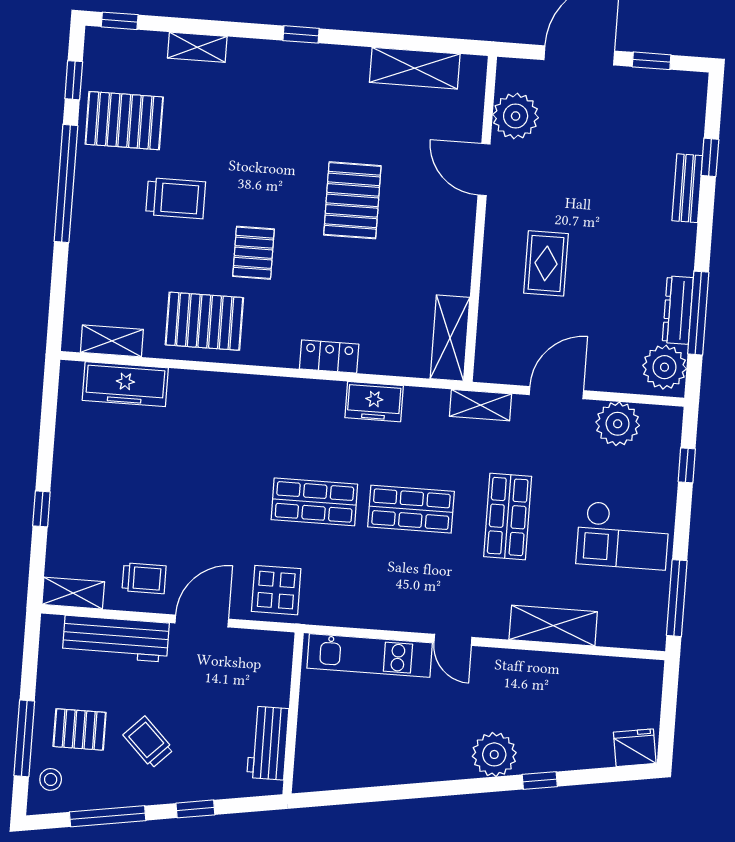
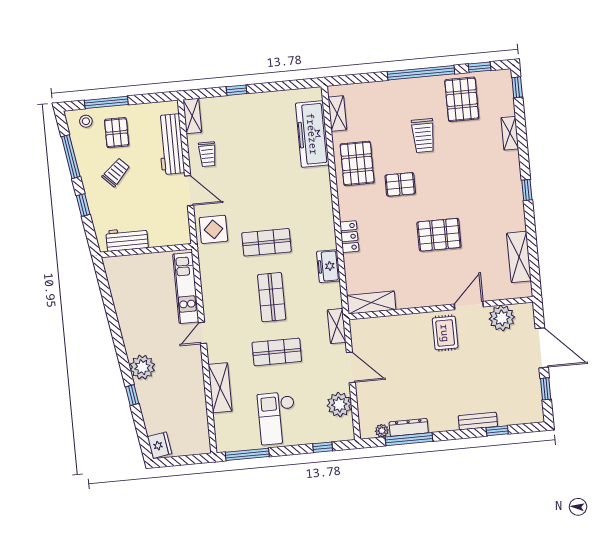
rug: (546, 263) -> (445, 333), moved, turned 90
plant: (665, 367) -> (382, 431), width x0.53, depth x0.53
freezer: (125, 384) -> (312, 134), width x1.36, depth x1.26
shop shelf: (314, 502) -> (266, 242), turned 90

